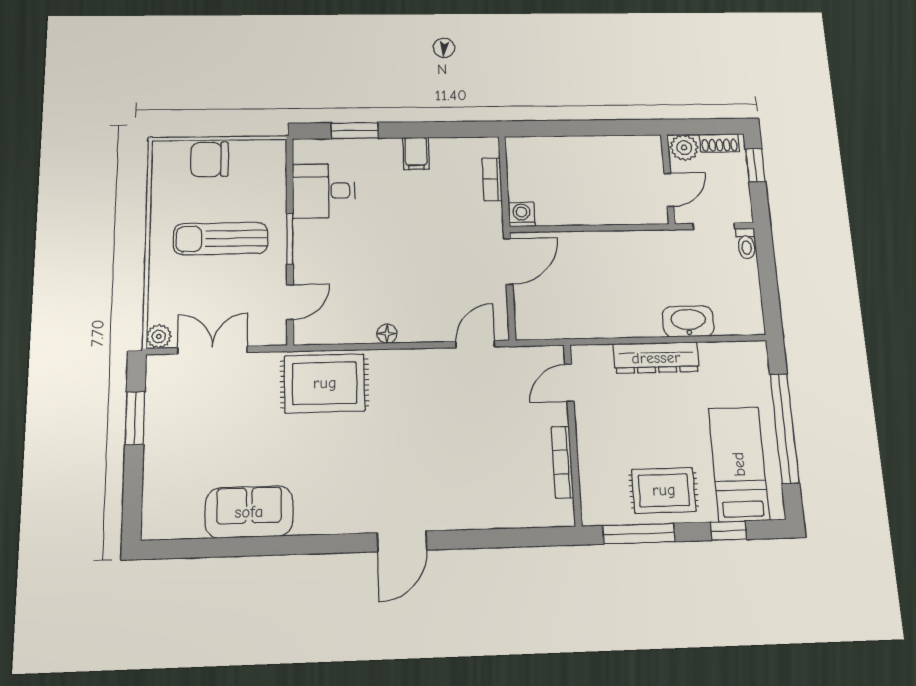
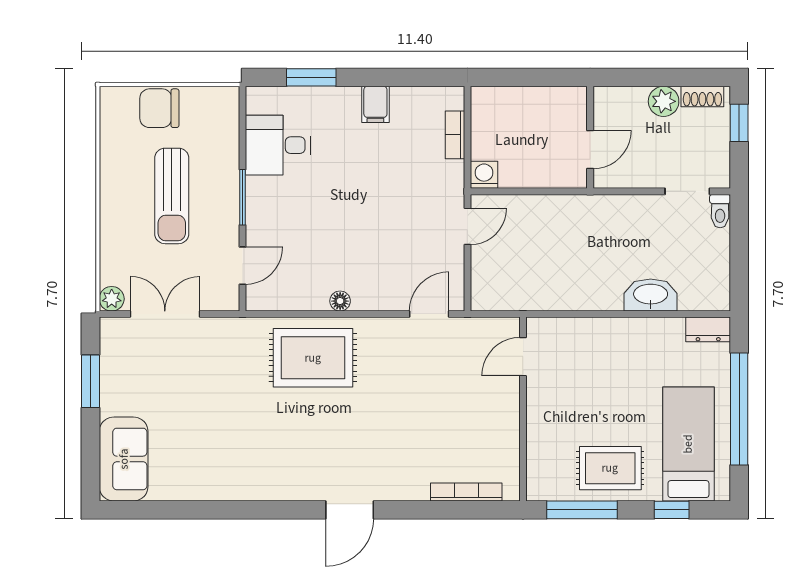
wall: (668, 179) -> (590, 137), moved
door: (669, 190) -> (590, 150), moved
sun lounger: (221, 238) -> (172, 196), turned -90
door: (508, 261) -> (467, 226), width x0.73
dresser: (656, 358) -> (708, 329), moved, width x0.51, depth x0.80
rug: (325, 383) -> (313, 358), moved
bookcase: (562, 462) -> (466, 492), moved, turned 90
sofa: (249, 512) -> (124, 459), moved, turned 90

